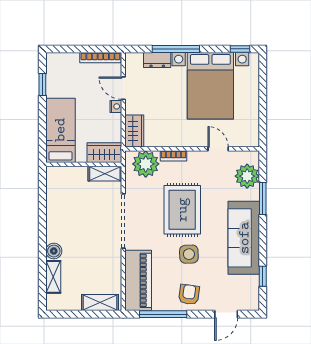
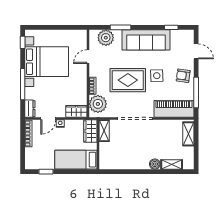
dresser: (157, 60) -> (30, 109), moved

